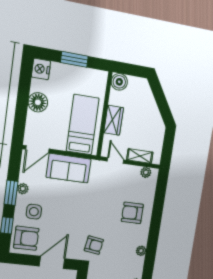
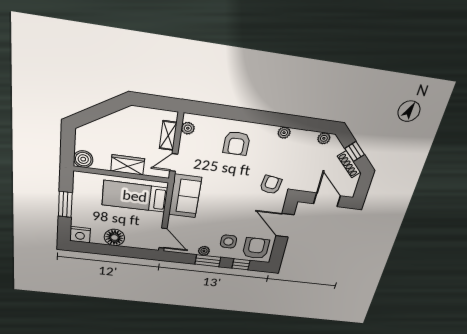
sofa: (69, 168) -> (185, 196), moved

